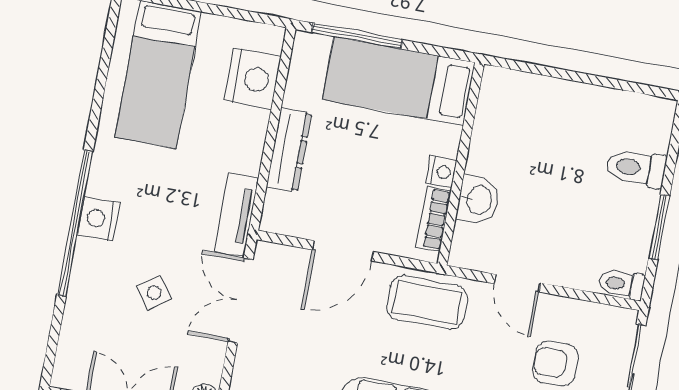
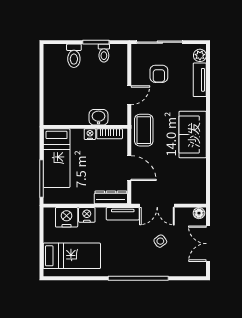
dresser: (289, 150) -> (111, 197), moved
nightstand: (99, 219) -> (87, 215), moved, turned 180
toilet: (621, 284) -> (104, 53), moved

